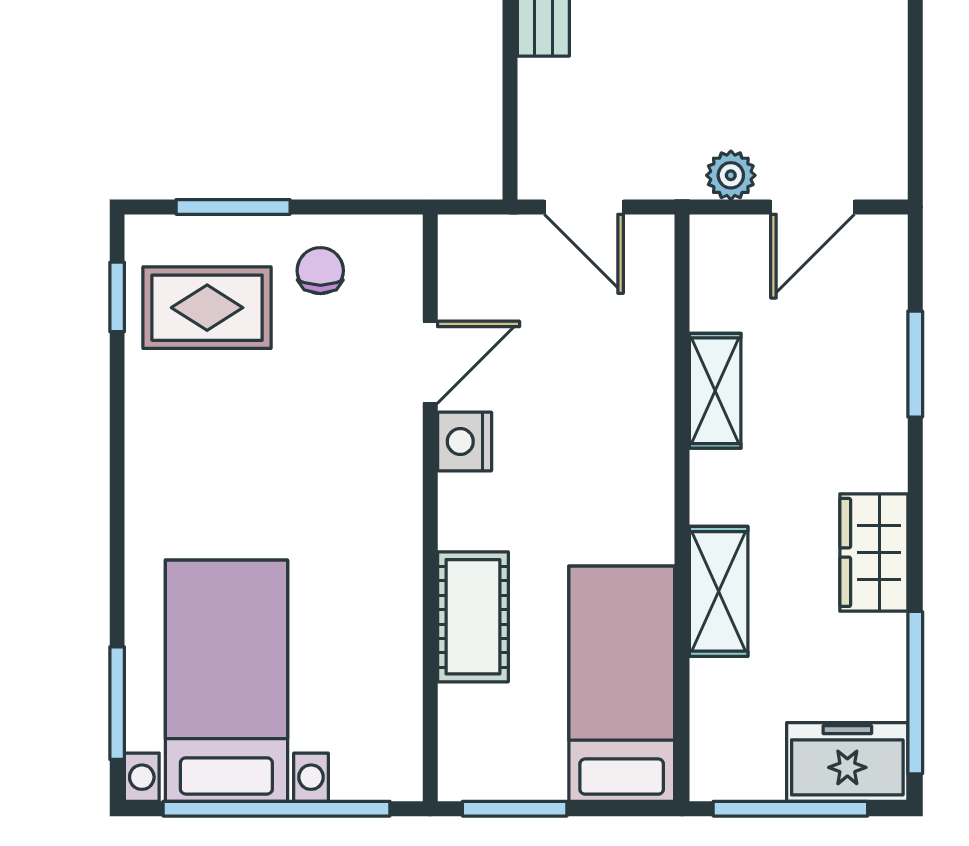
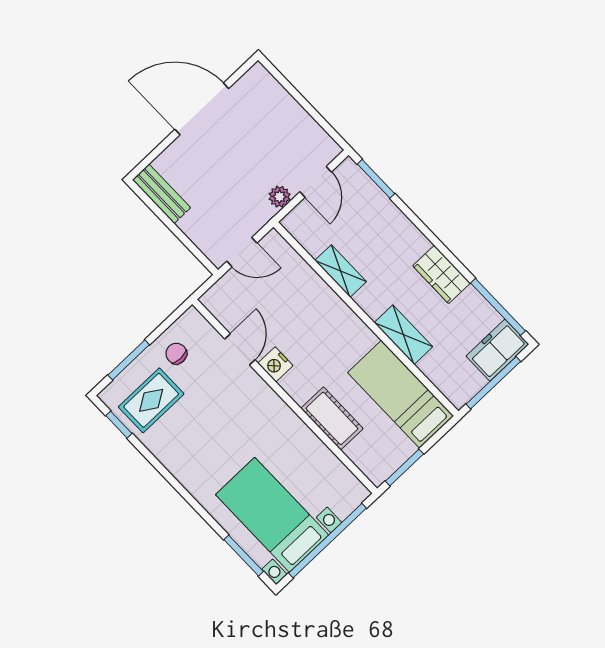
window: (915, 364) -> (376, 179), moved

